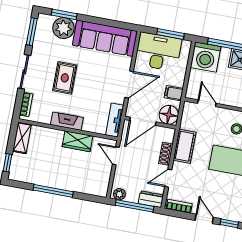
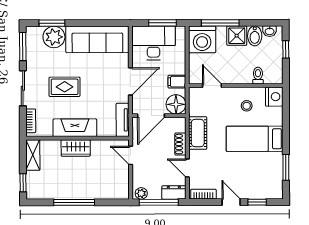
rug: (65, 78) -> (65, 87), turned 90
fireplace: (67, 121) -> (75, 128), width x1.37, depth x1.32
wardrobe: (77, 141) -> (76, 148), moved
door: (168, 178) -> (187, 168), hinge flipped

